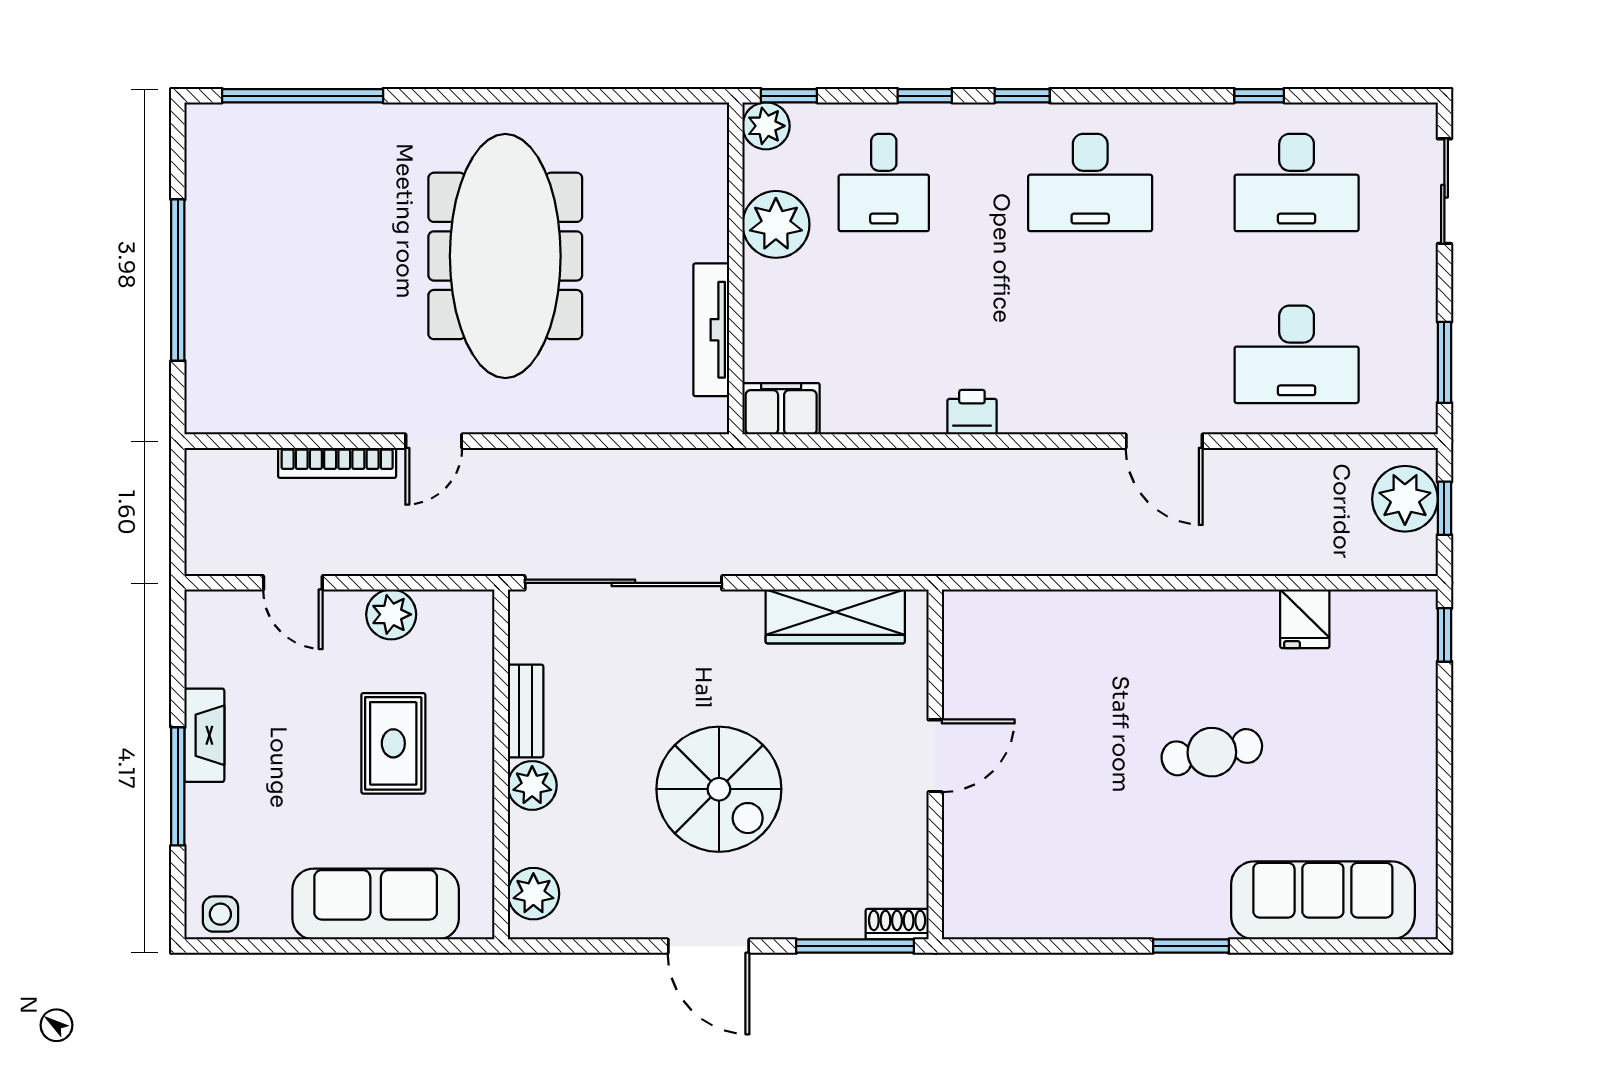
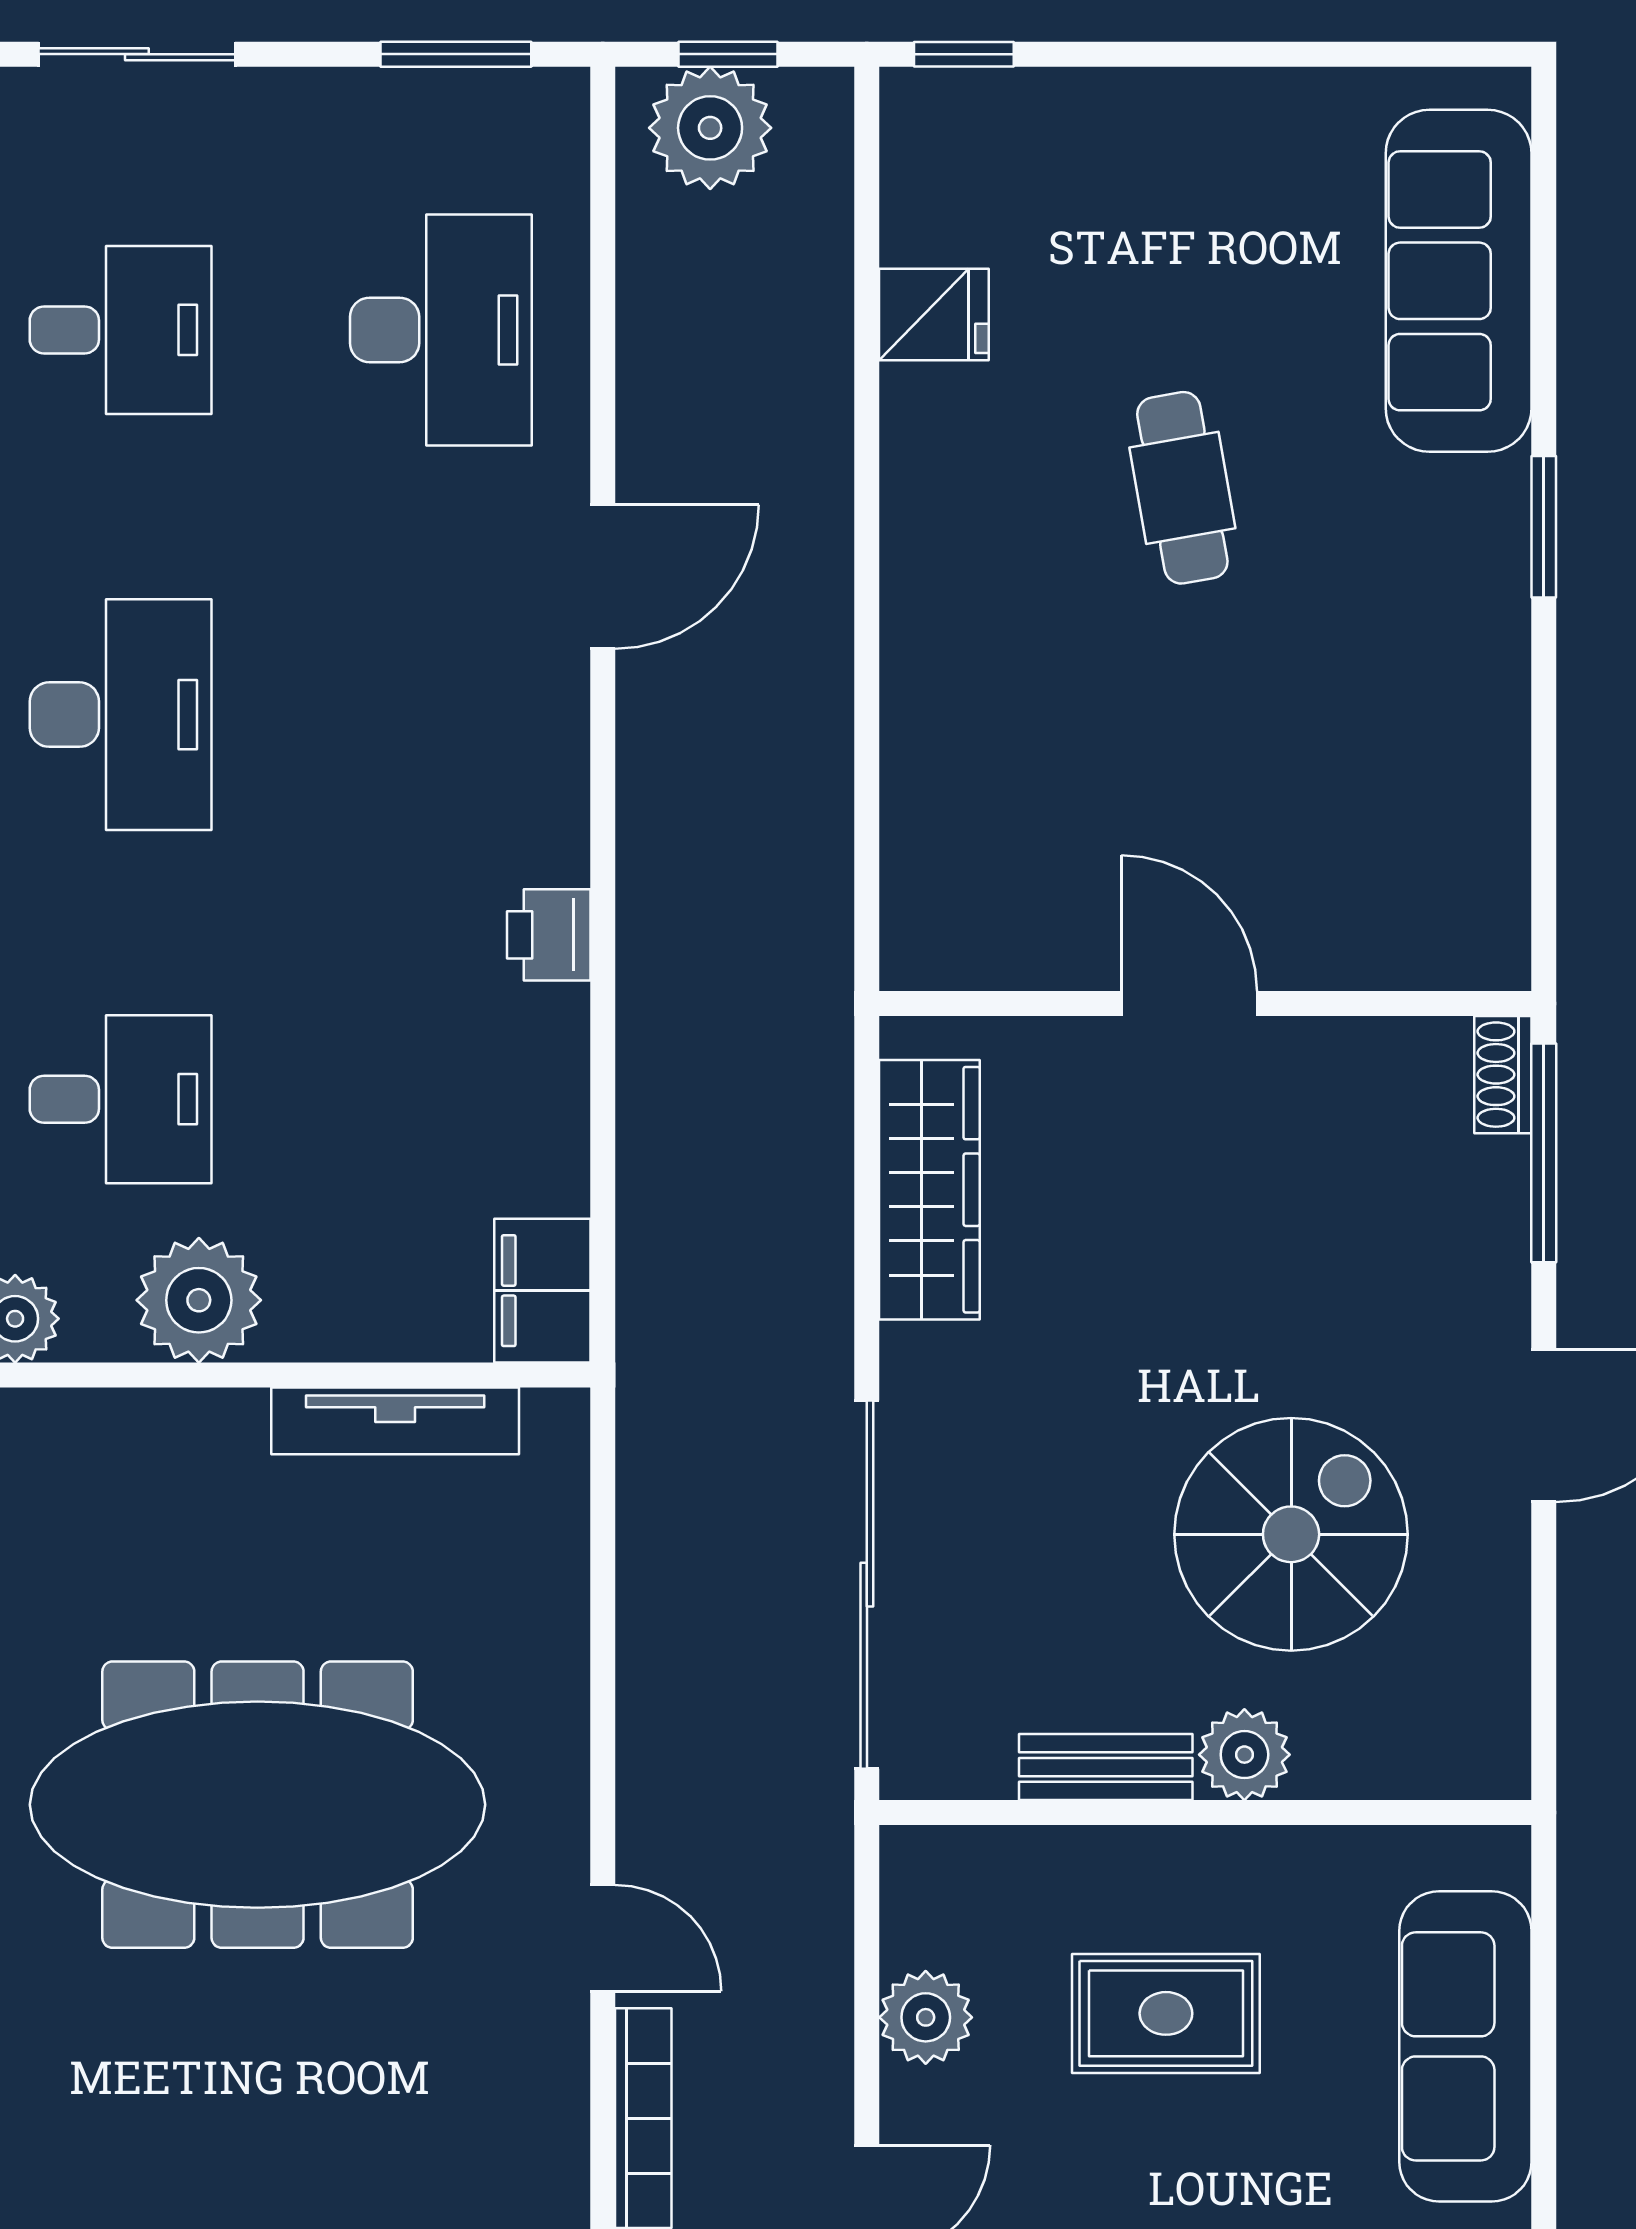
desk: (1297, 182) -> (121, 330), width x0.73
spiral stairs: (719, 789) -> (1291, 1534), moved
plant: (533, 894) -> (1446, 1752), removed

